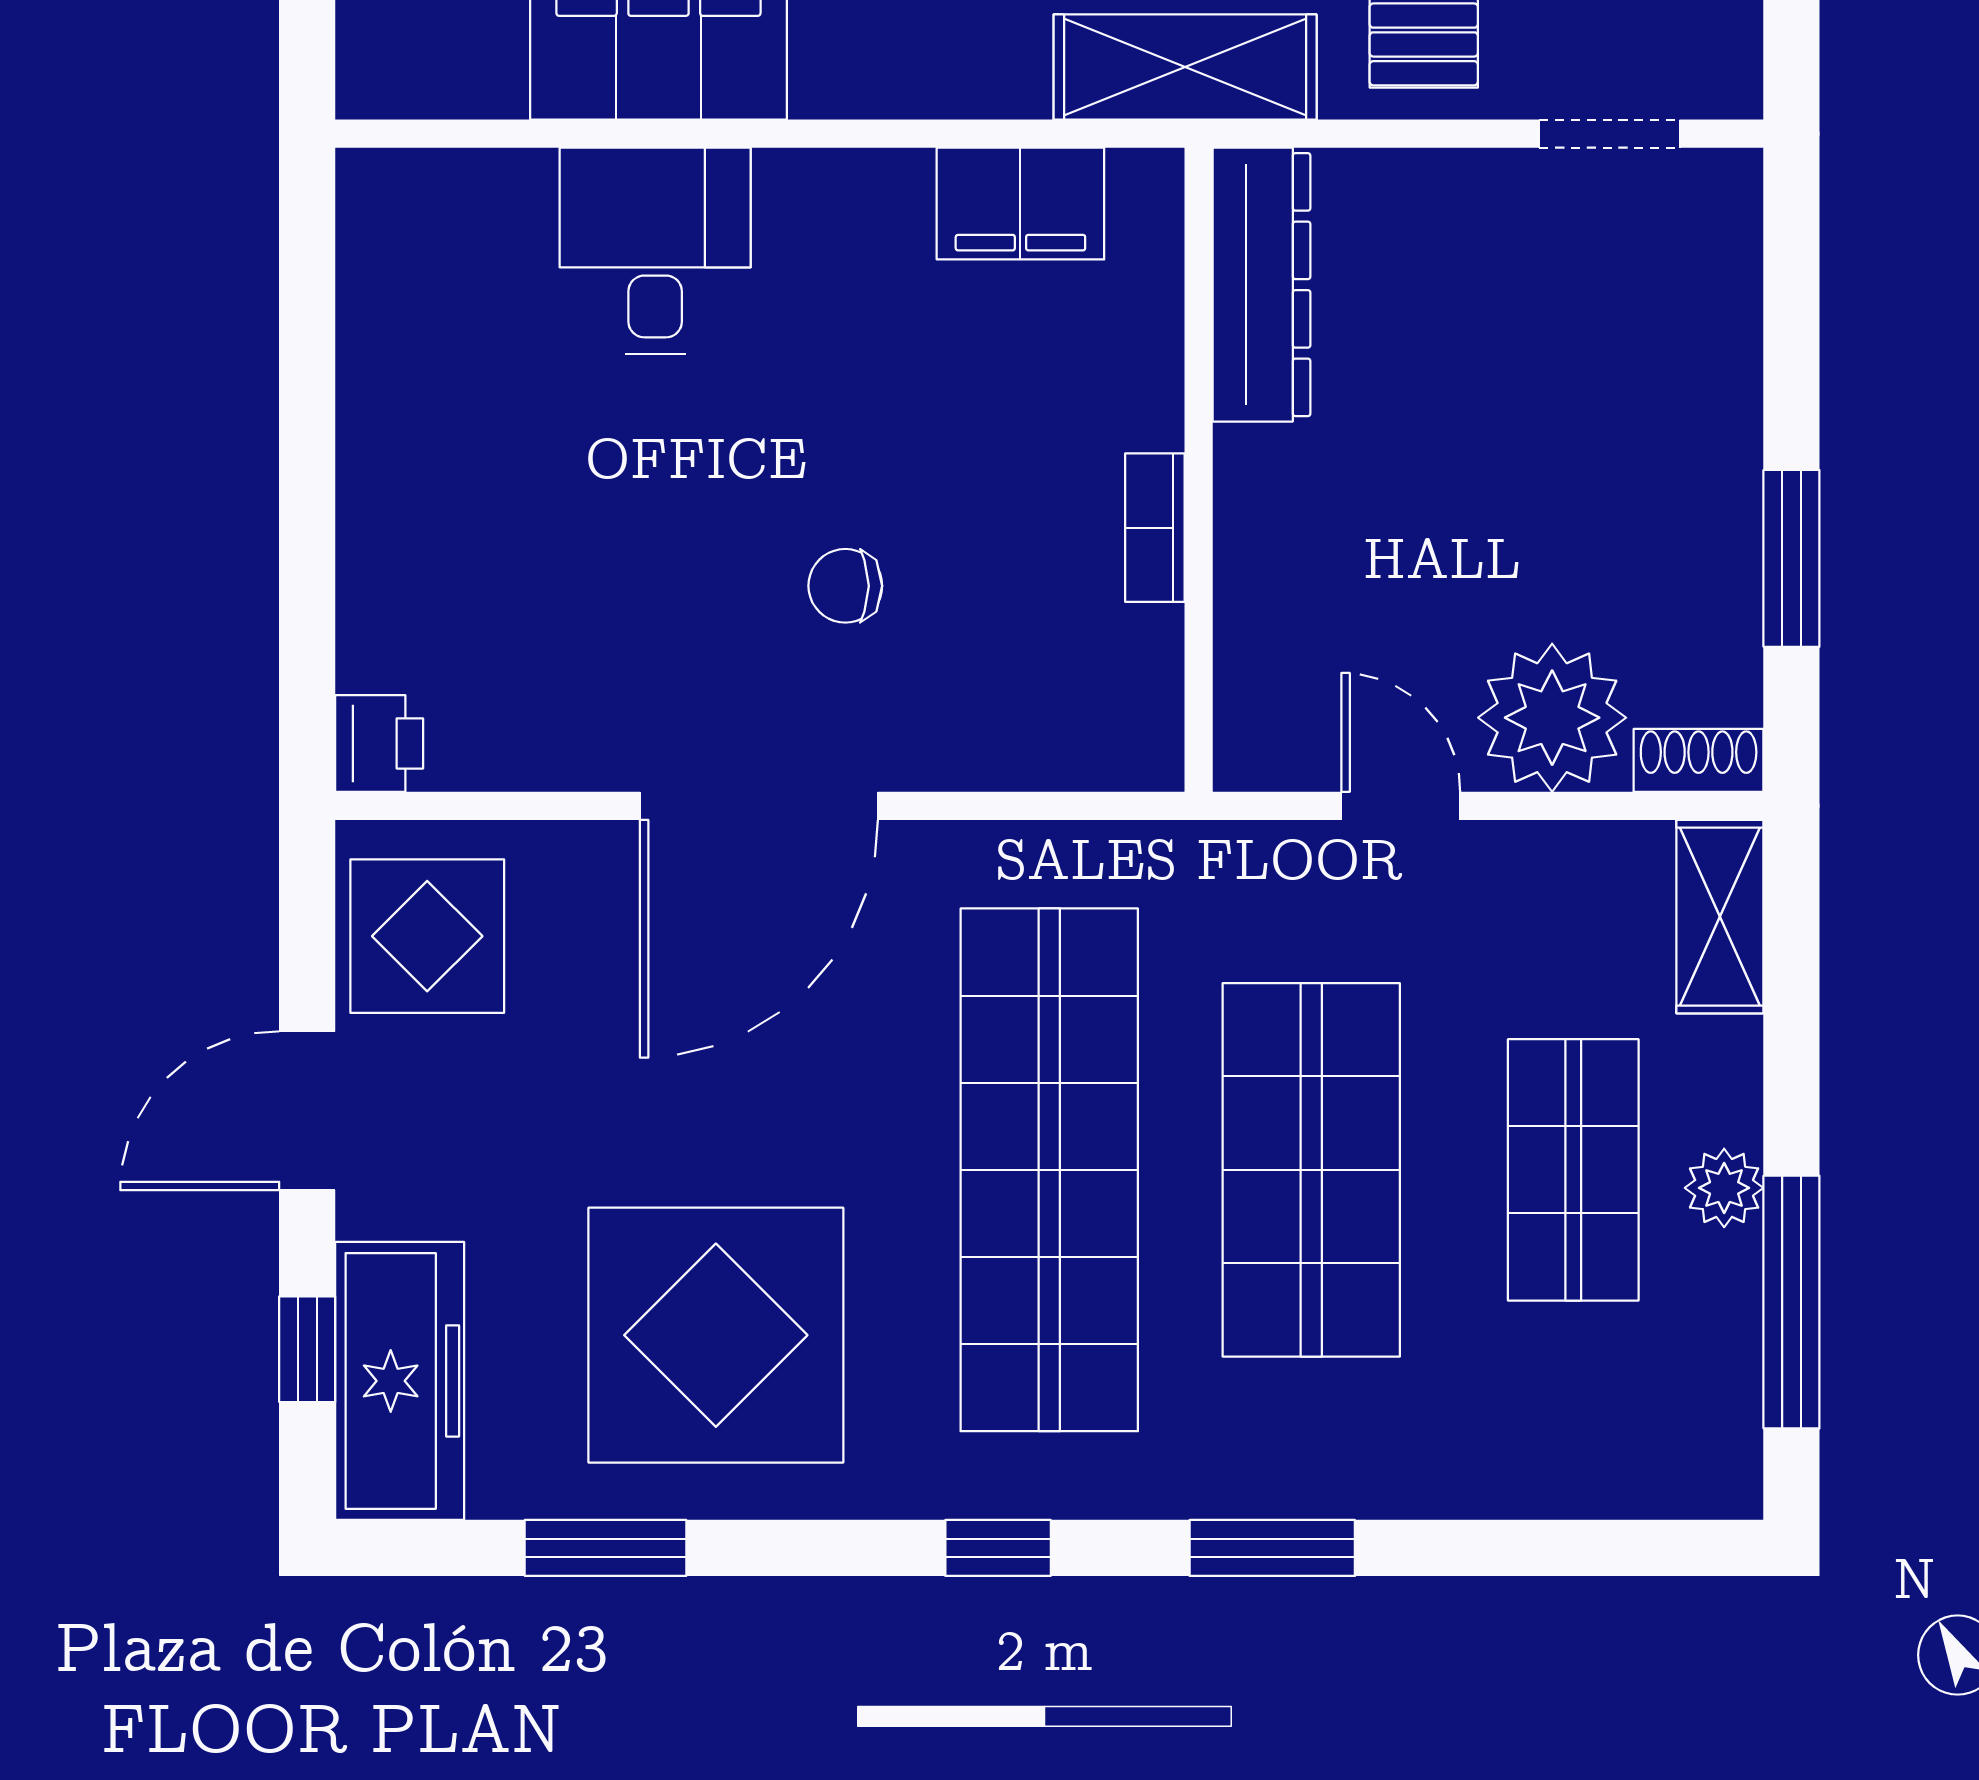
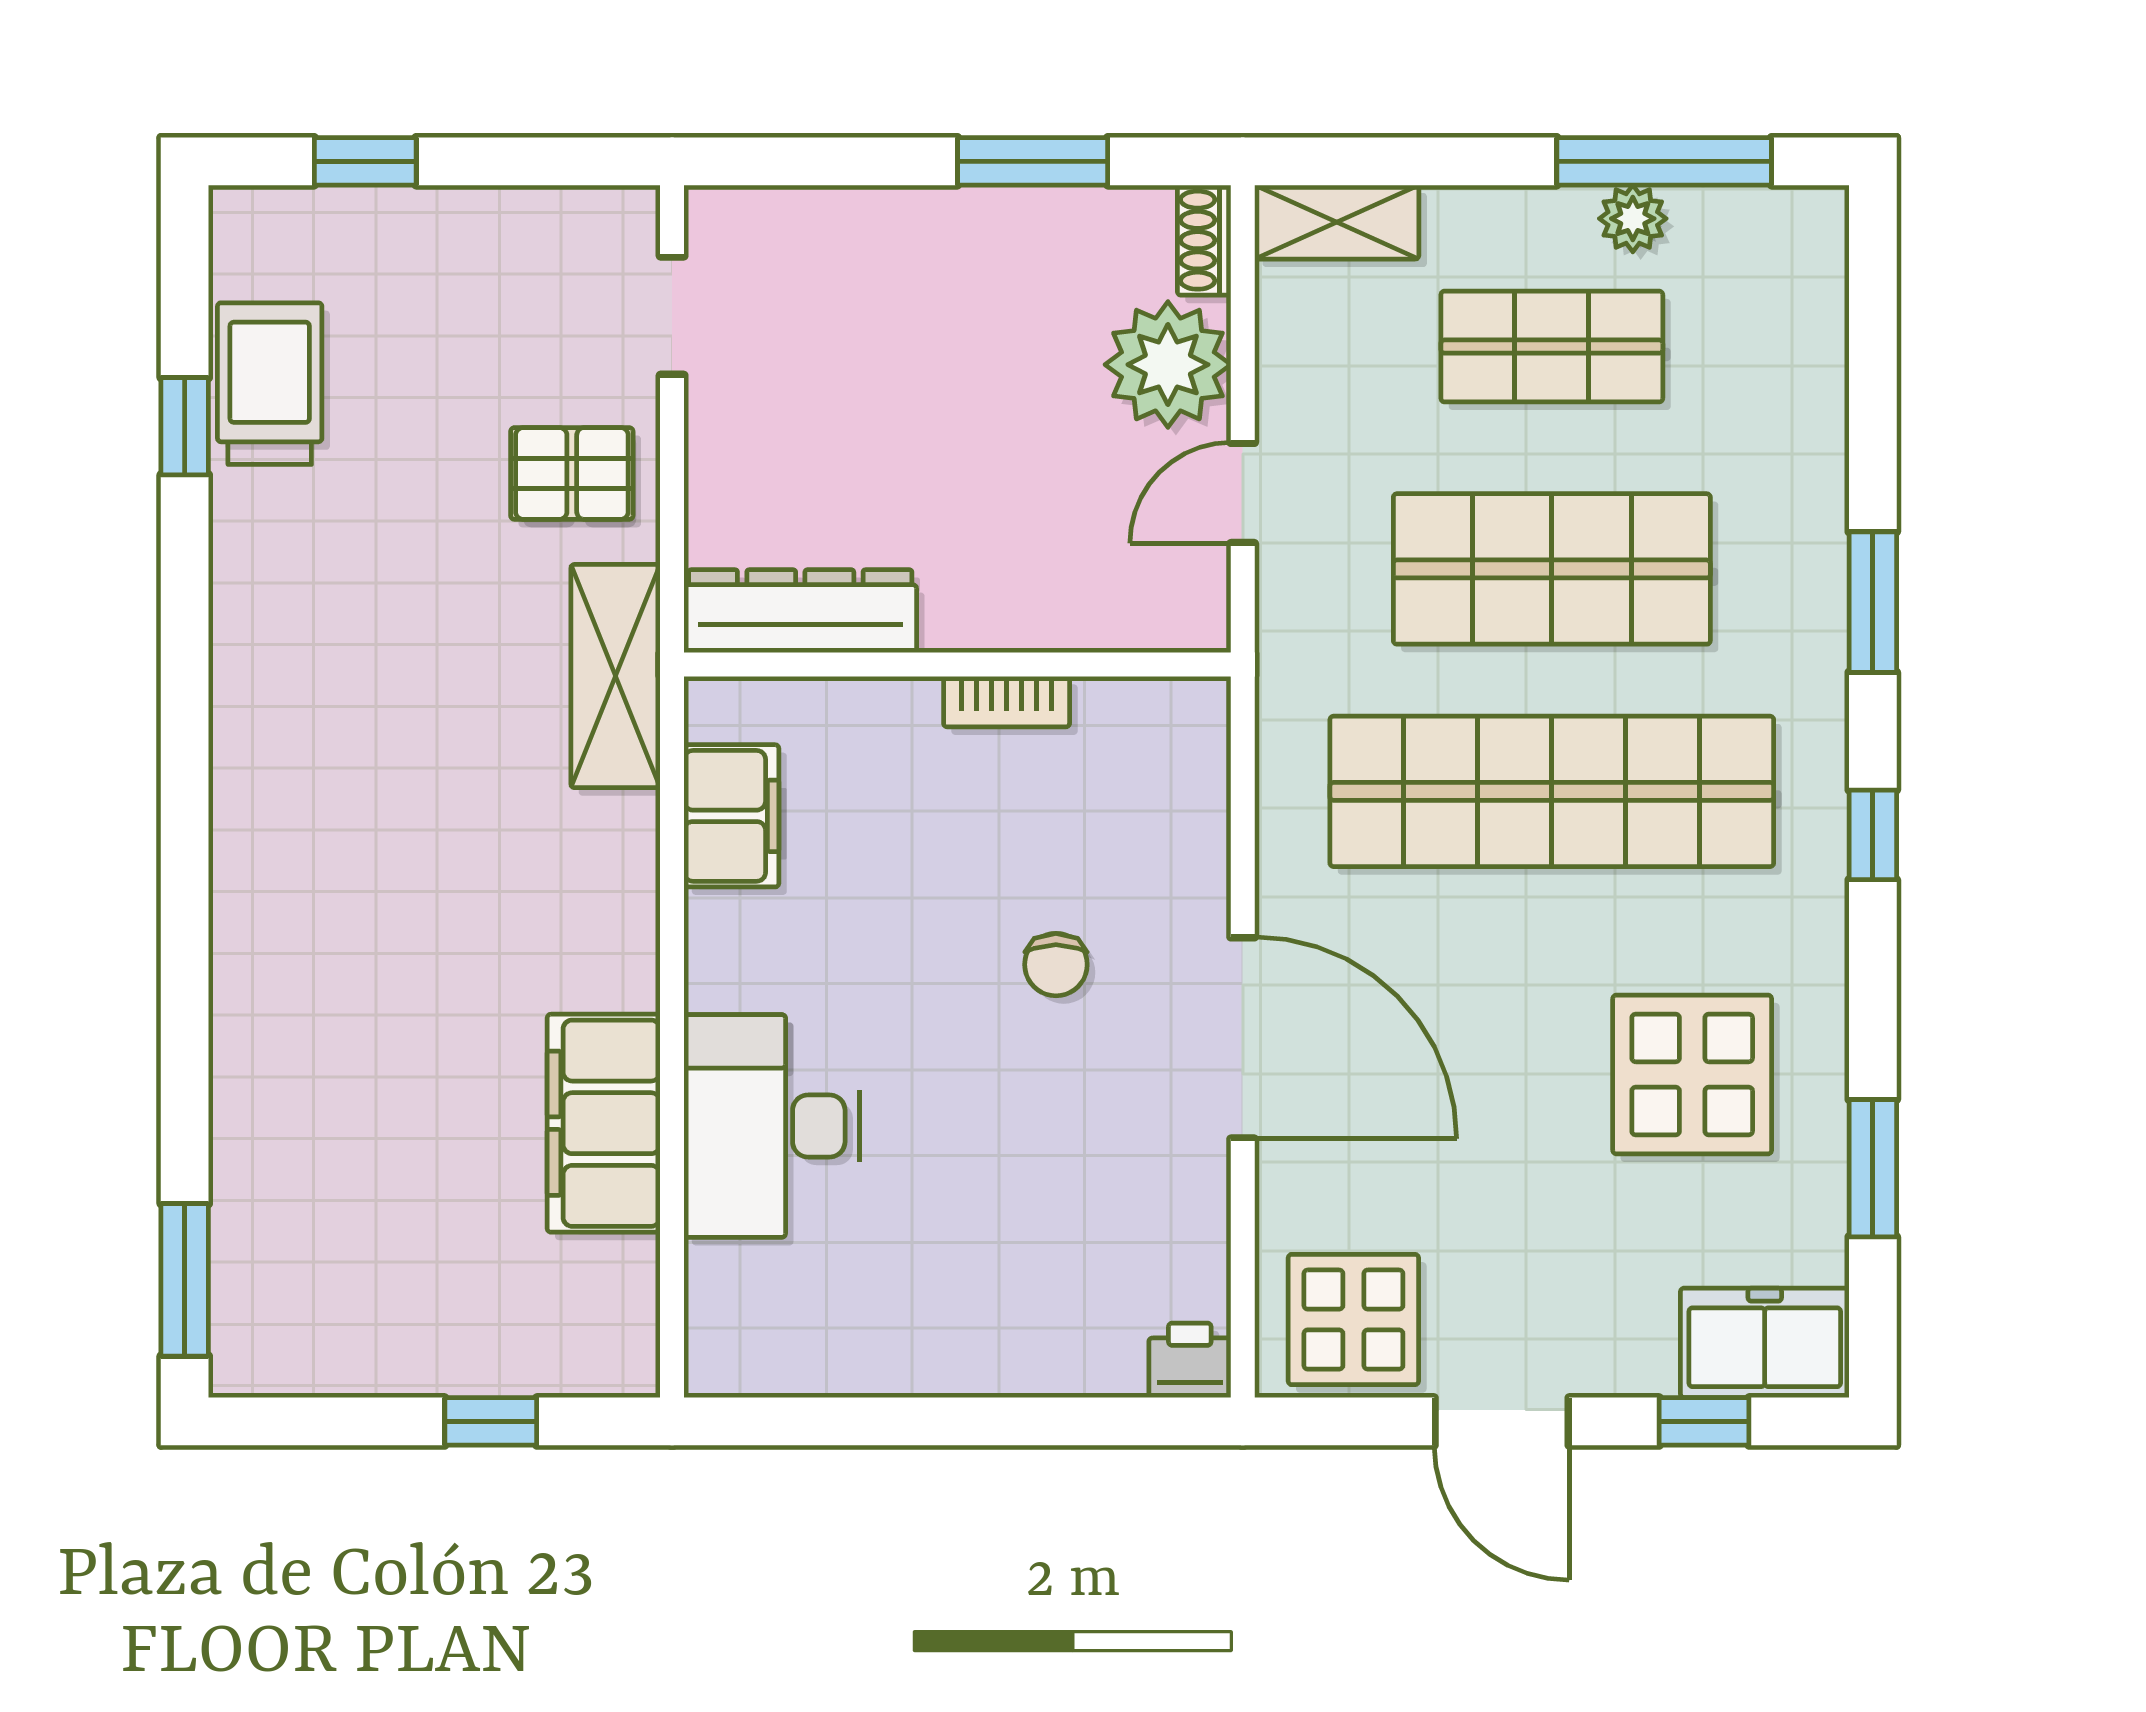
desk: (655, 251) -> (772, 1126), width x1.37
plant: (1724, 1188) -> (1633, 219), moved
display table: (716, 1335) -> (1692, 1074), width x0.73, depth x0.73
freezer: (400, 1381) -> (1765, 1343), width x0.71

